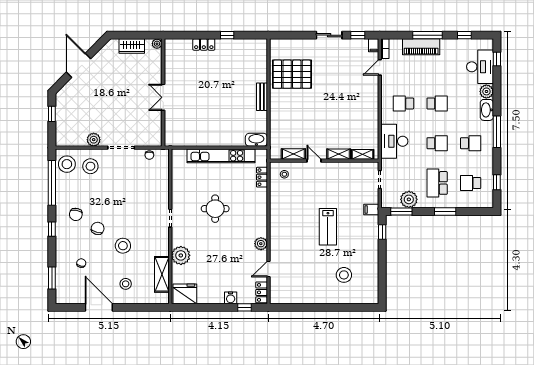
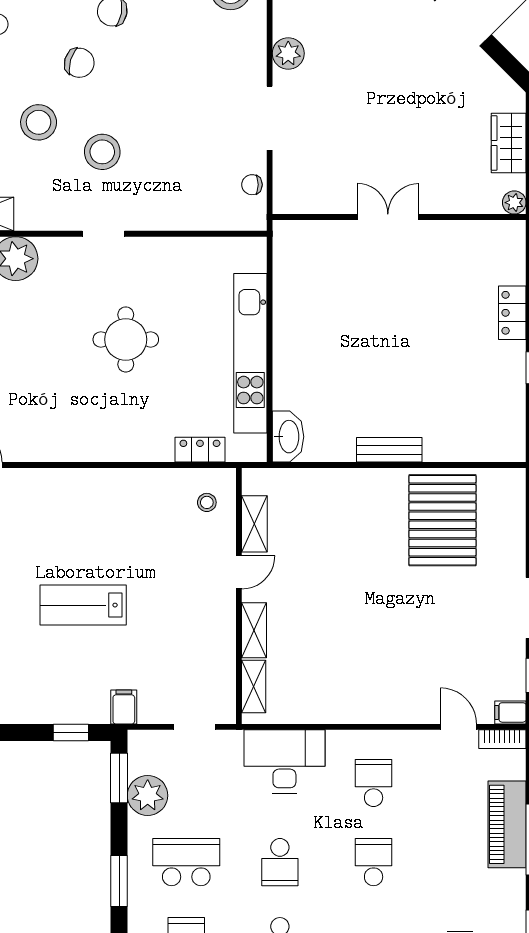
school desk: (437, 103) -> (374, 862), turned 180
stool: (90, 166) -> (102, 152), moved
plant: (261, 244) -> (43, 447), removed

